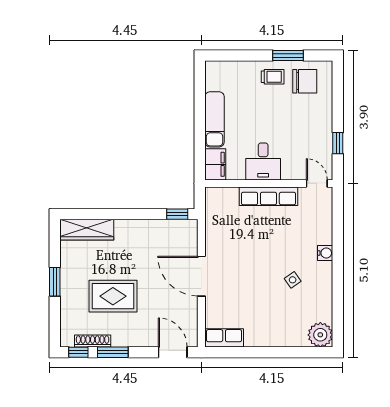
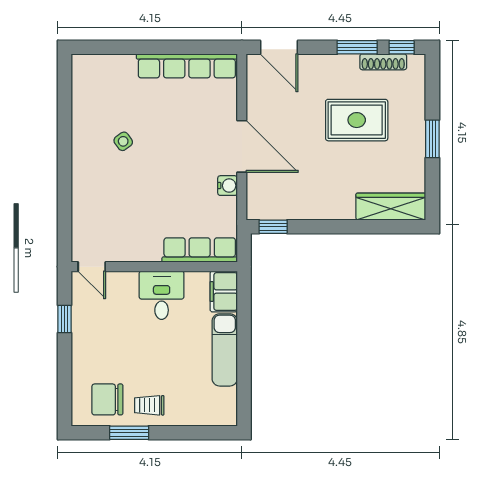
row of seats: (268, 196) -> (200, 250), moved
water cooler: (325, 253) -> (228, 186), moved, turned 180
plant: (320, 335) -> (87, 70), removed
row of seats: (224, 338) -> (187, 66), width x2.02

